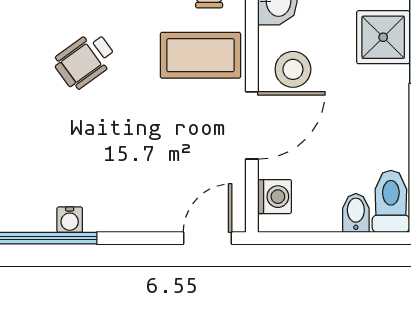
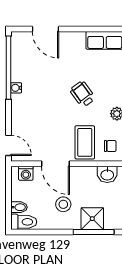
stool: (293, 69) -> (63, 204), moved

